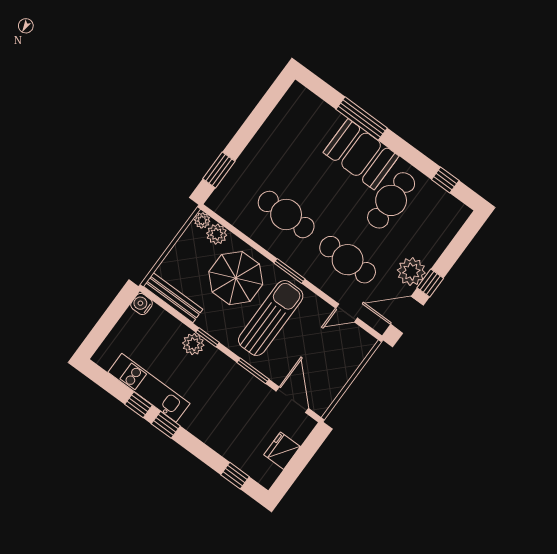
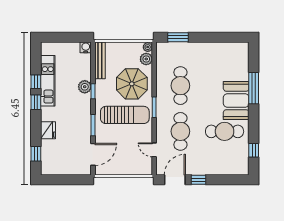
plant: (411, 272) -> (197, 166), removed
door: (407, 315) -> (175, 180), hinge flipped
fridge: (282, 451) -> (48, 130), moved, turned 90

